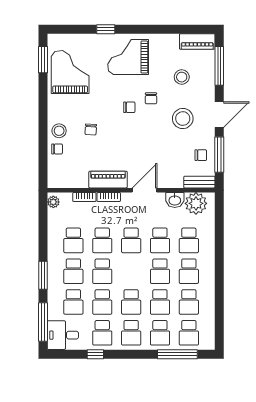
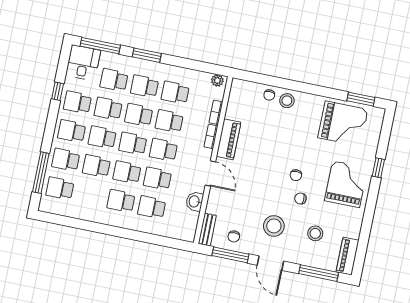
chair: (91, 129) -> (282, 132), removed
plant: (196, 203) -> (187, 222), removed
school desk: (189, 302) -> (133, 144), moved

